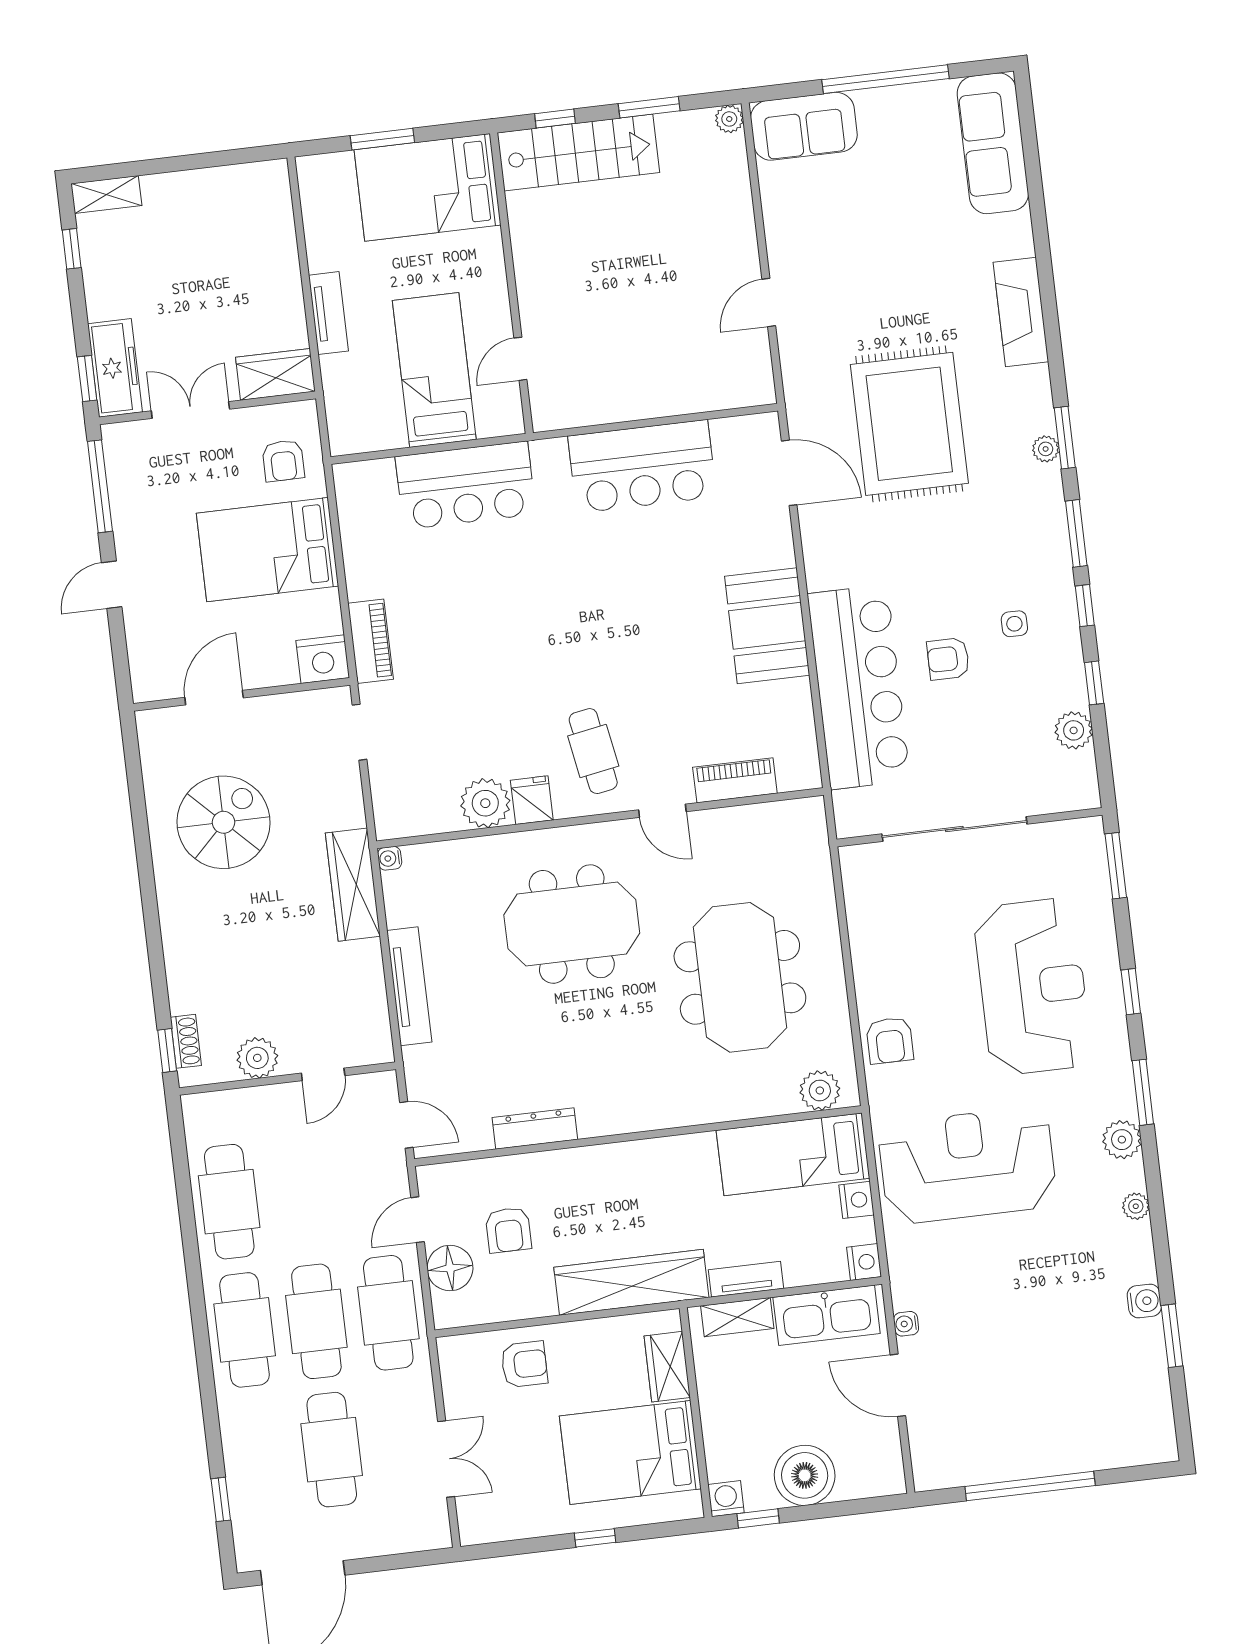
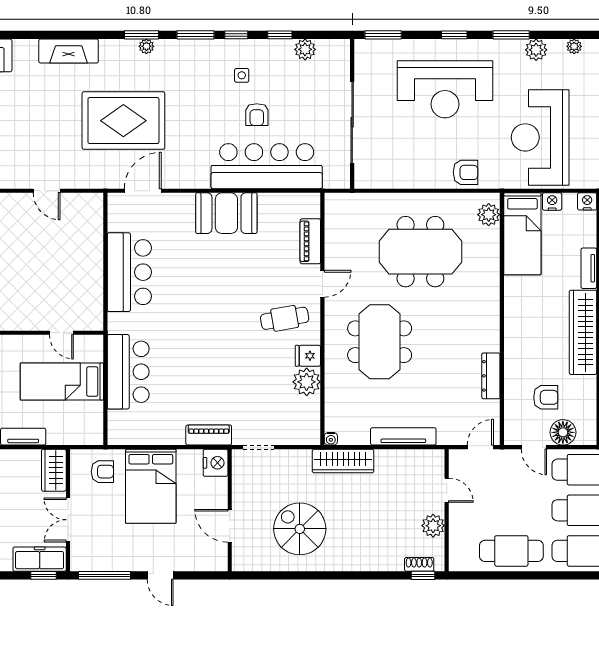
reception desk: (1033, 987) -> (445, 89), turned 180

